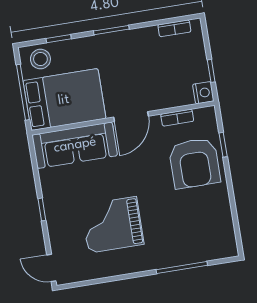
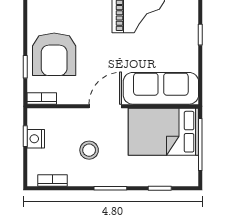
stool: (40, 59) -> (89, 150), moved
nightstand: (203, 93) -> (36, 139), moved
bookcase: (177, 118) -> (42, 98), moved
armchair: (194, 163) -> (54, 54), turned 180

